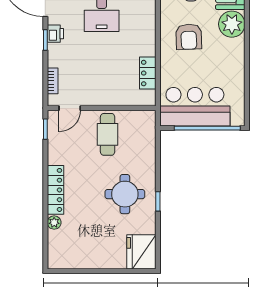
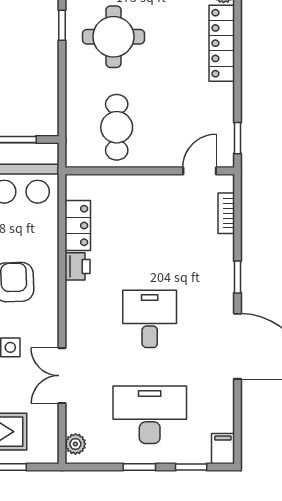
printer: (55, 34) -> (78, 266), moved, turned 180
cafe table: (108, 134) -> (117, 127), moved

